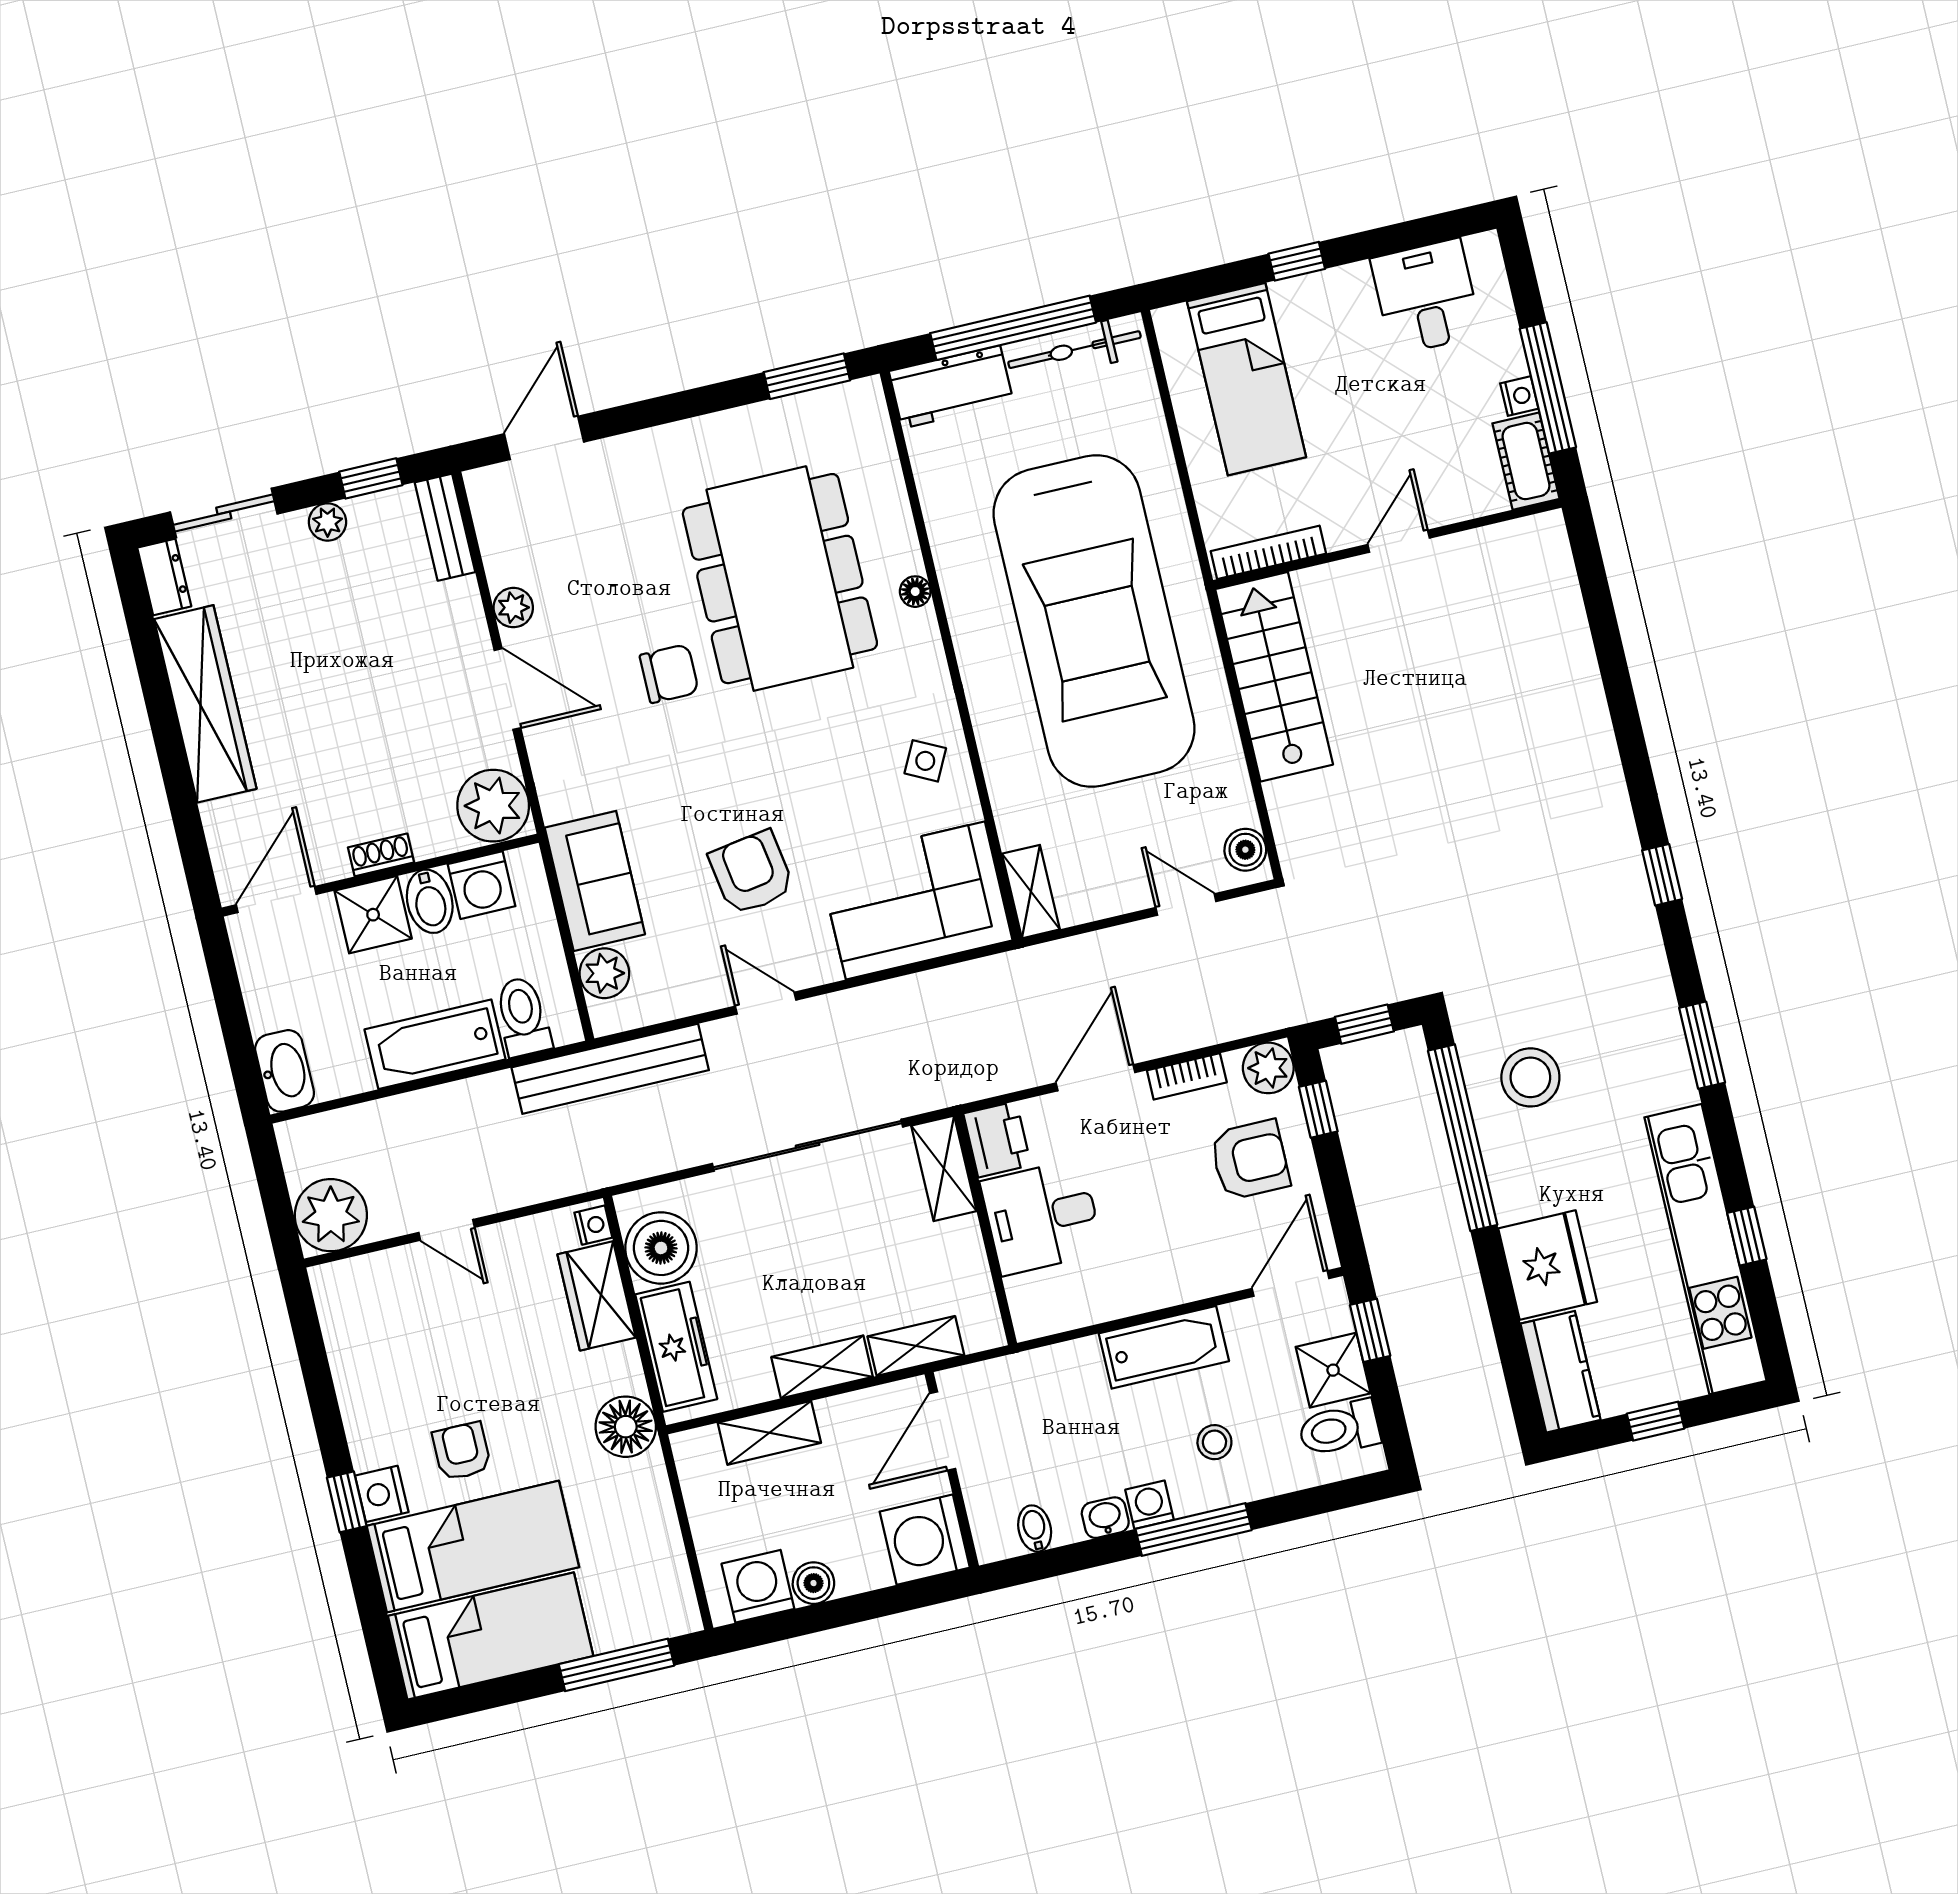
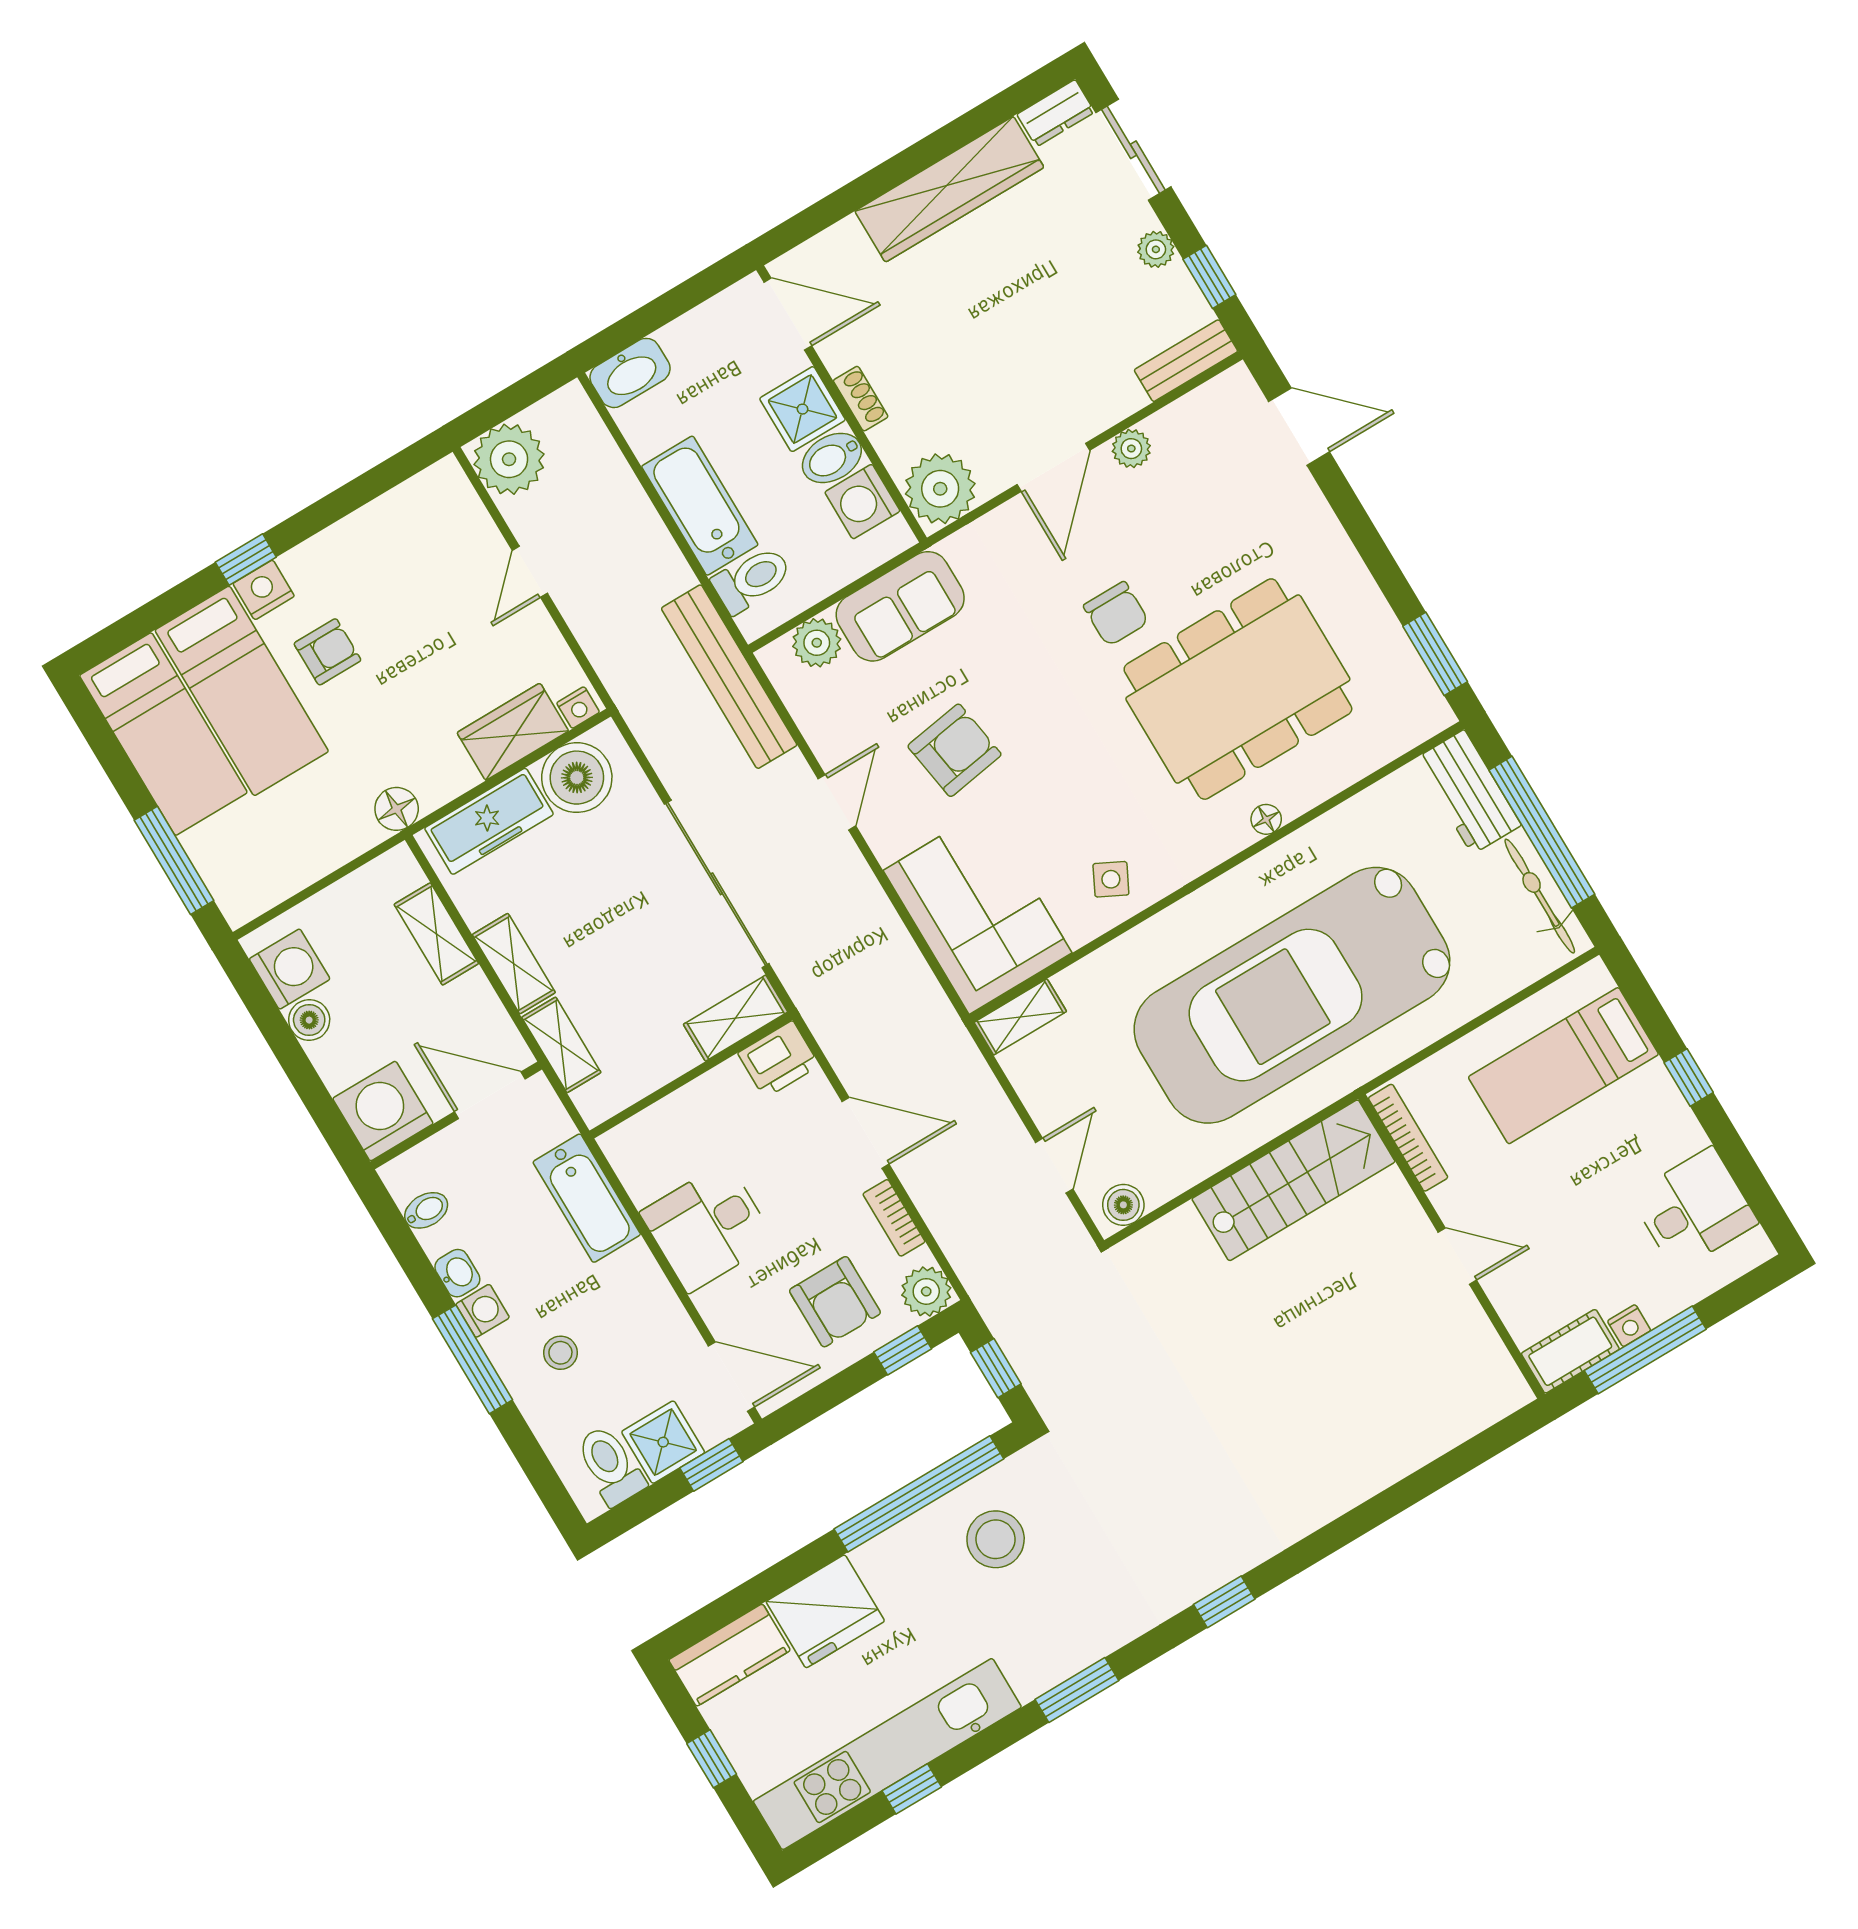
desk: (1042, 1217) -> (708, 1227), moved, turned -90
bathtub: (1164, 1347) -> (587, 1198), moved
floor lamp: (626, 1427) -> (397, 809), width x0.73, depth x0.73

